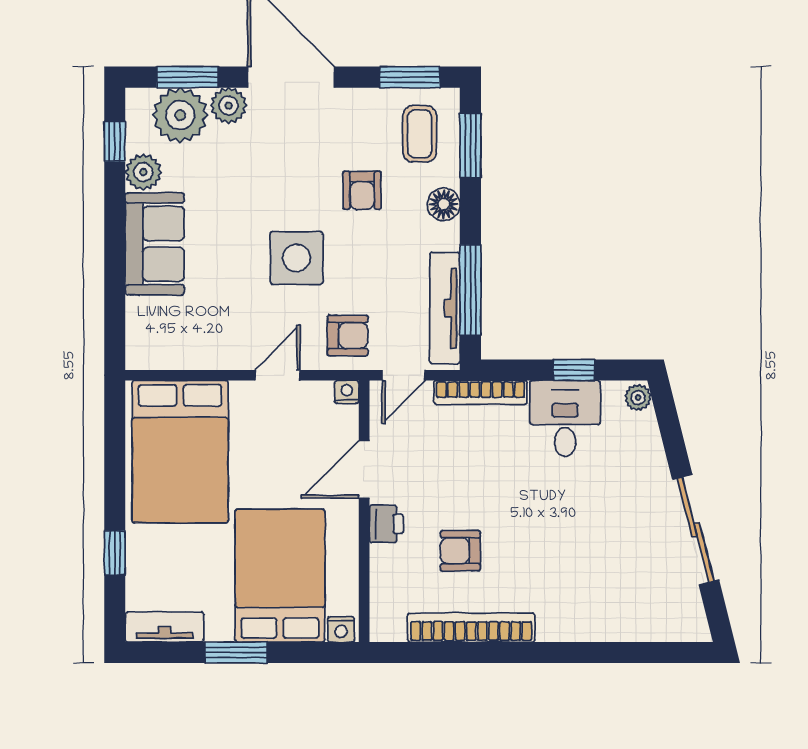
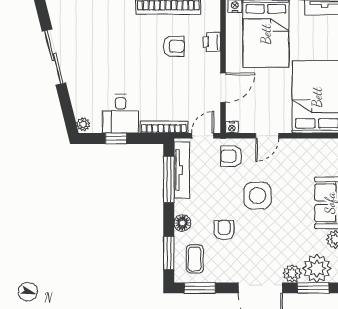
printer: (386, 524) -> (212, 42), moved

